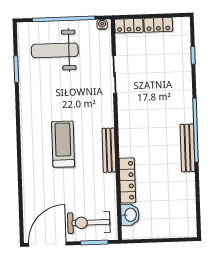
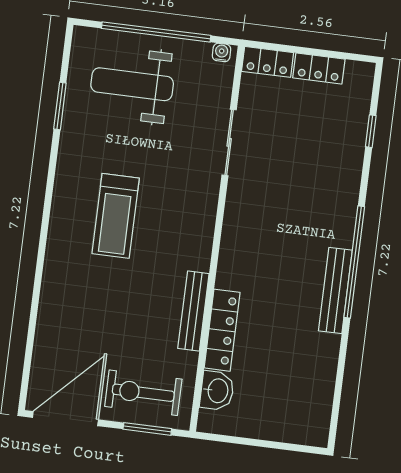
treadmill: (63, 144) -> (116, 216), moved, turned 180
bench: (109, 150) -> (193, 311), moved

